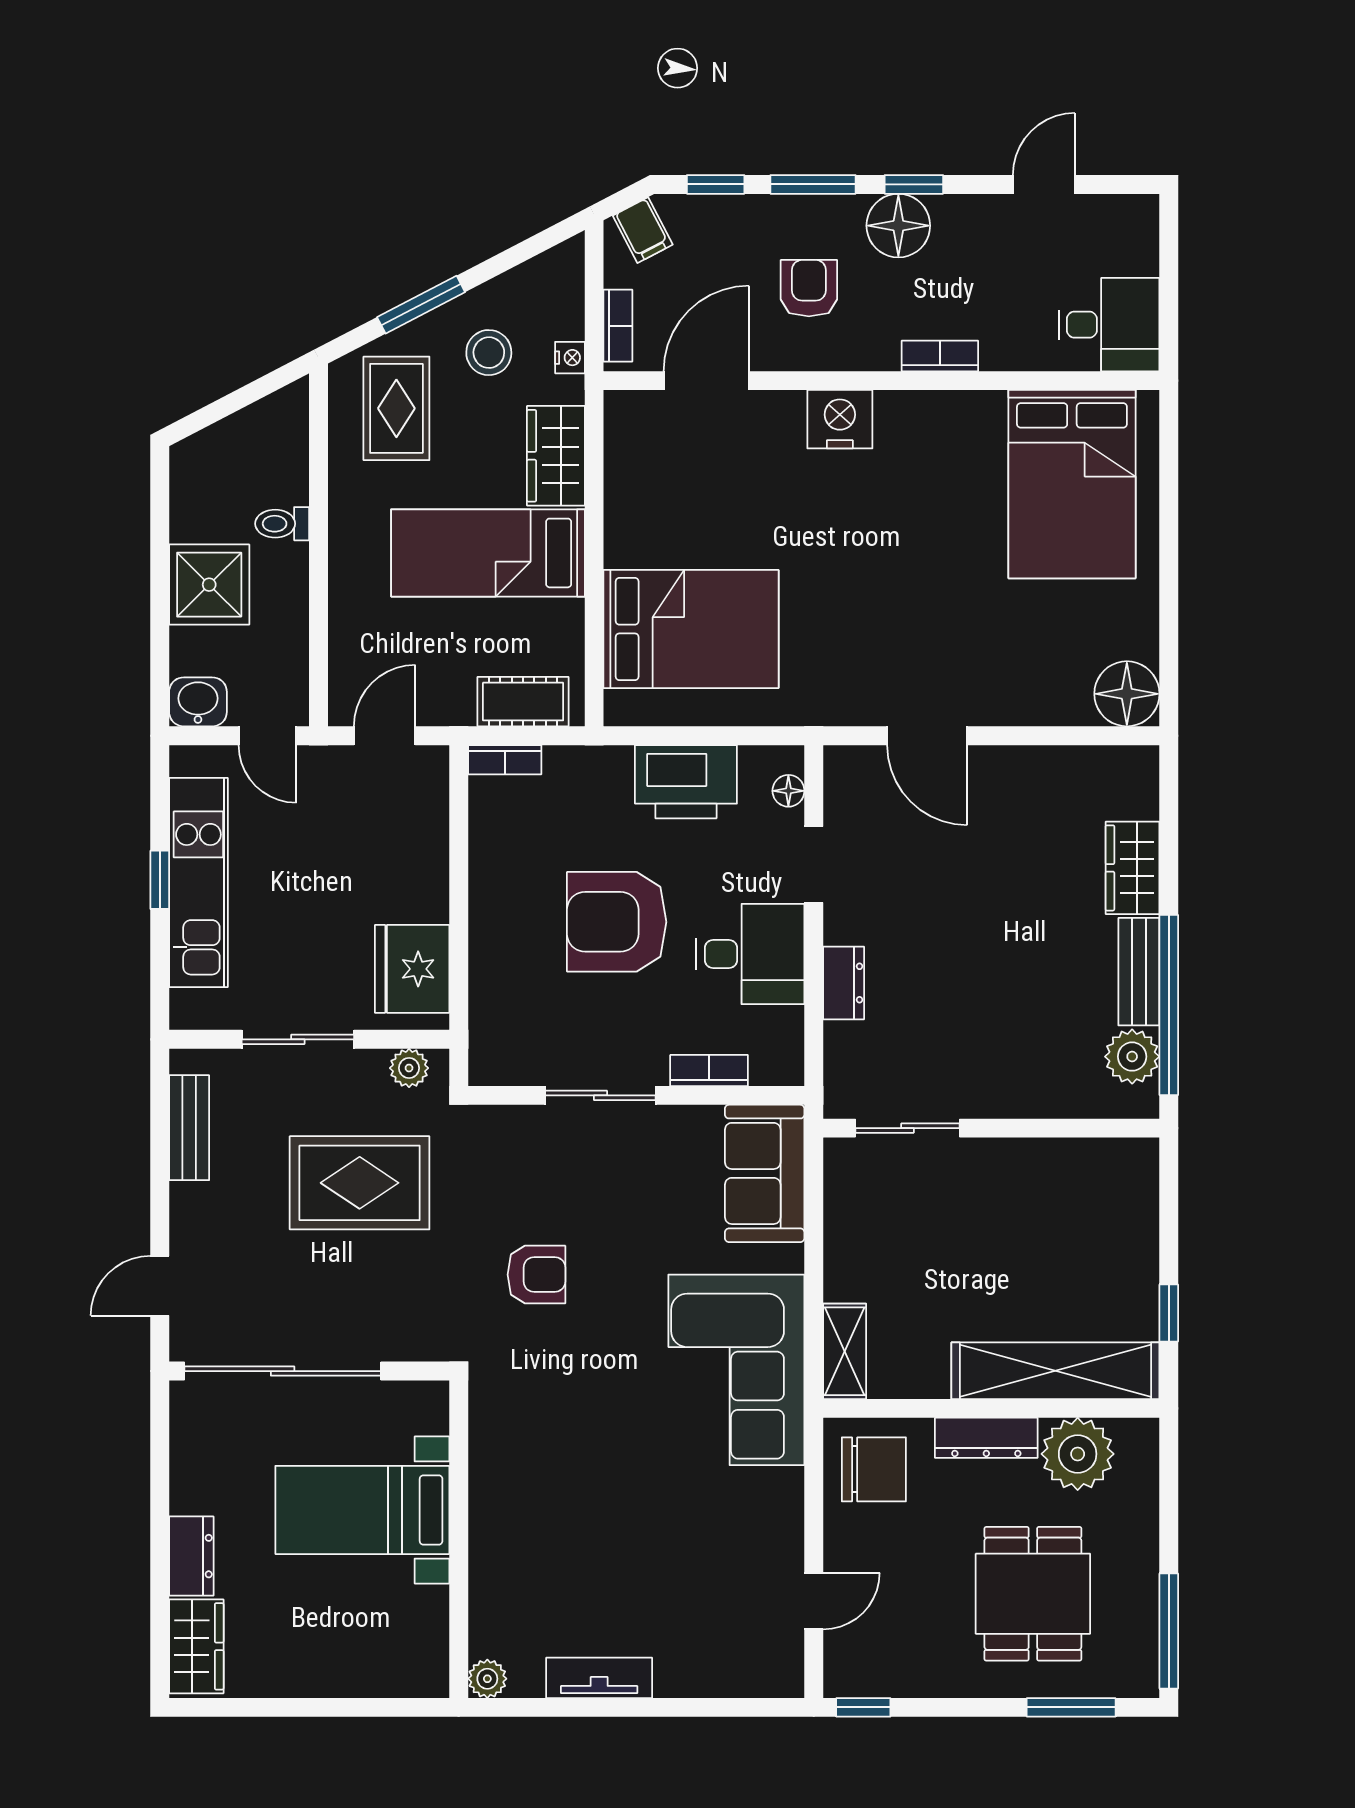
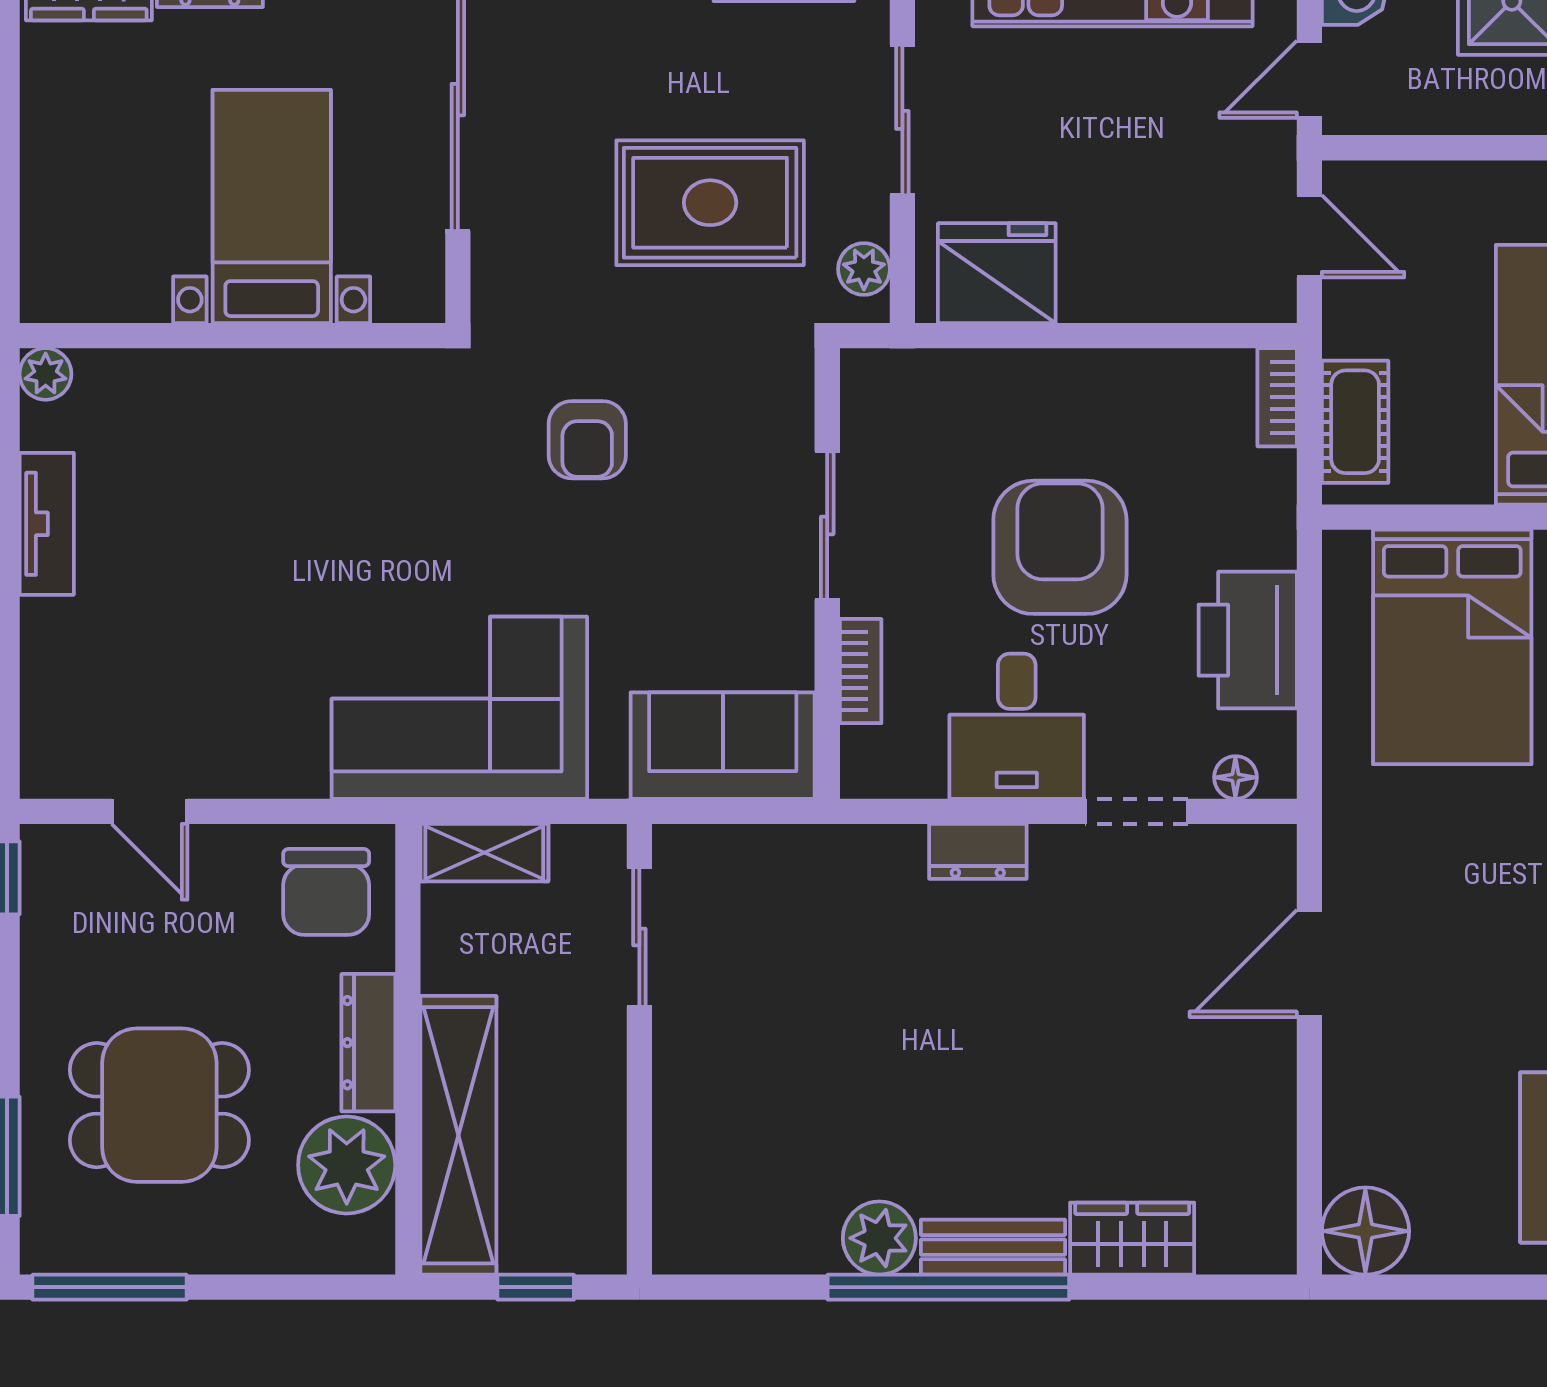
sliding door: (908, 1128) -> (639, 937), moved
wall: (991, 1128) -> (639, 1049), moved
rug: (360, 1183) -> (710, 203), turned 90

